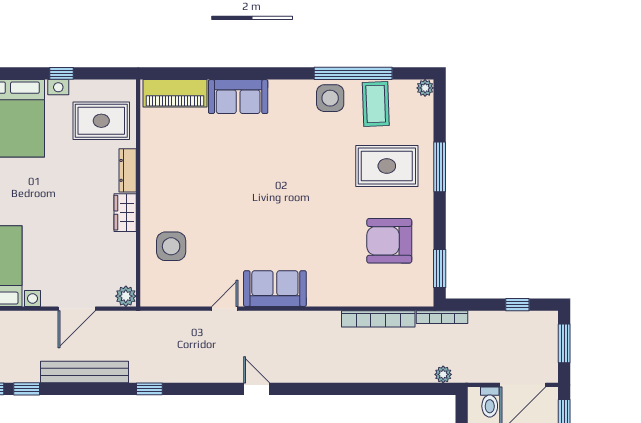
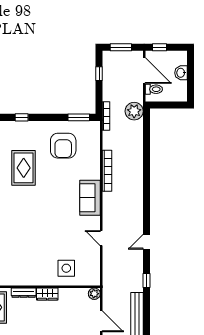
rug: (387, 166) -> (24, 168), moved
window: (440, 167) -> (22, 117), width x0.46
sofa: (275, 289) -> (90, 198), moved
bookcase: (378, 319) -> (107, 171), moved
plant: (443, 374) -> (134, 111), width x1.88, depth x1.88
door: (257, 389) -> (146, 242), moved

